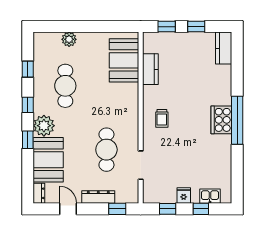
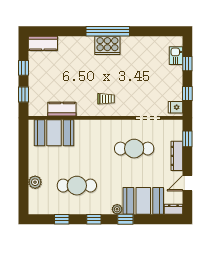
plant: (44, 126) -> (117, 209), width x0.53, depth x0.53
fridge: (184, 196) -> (175, 107), moved

